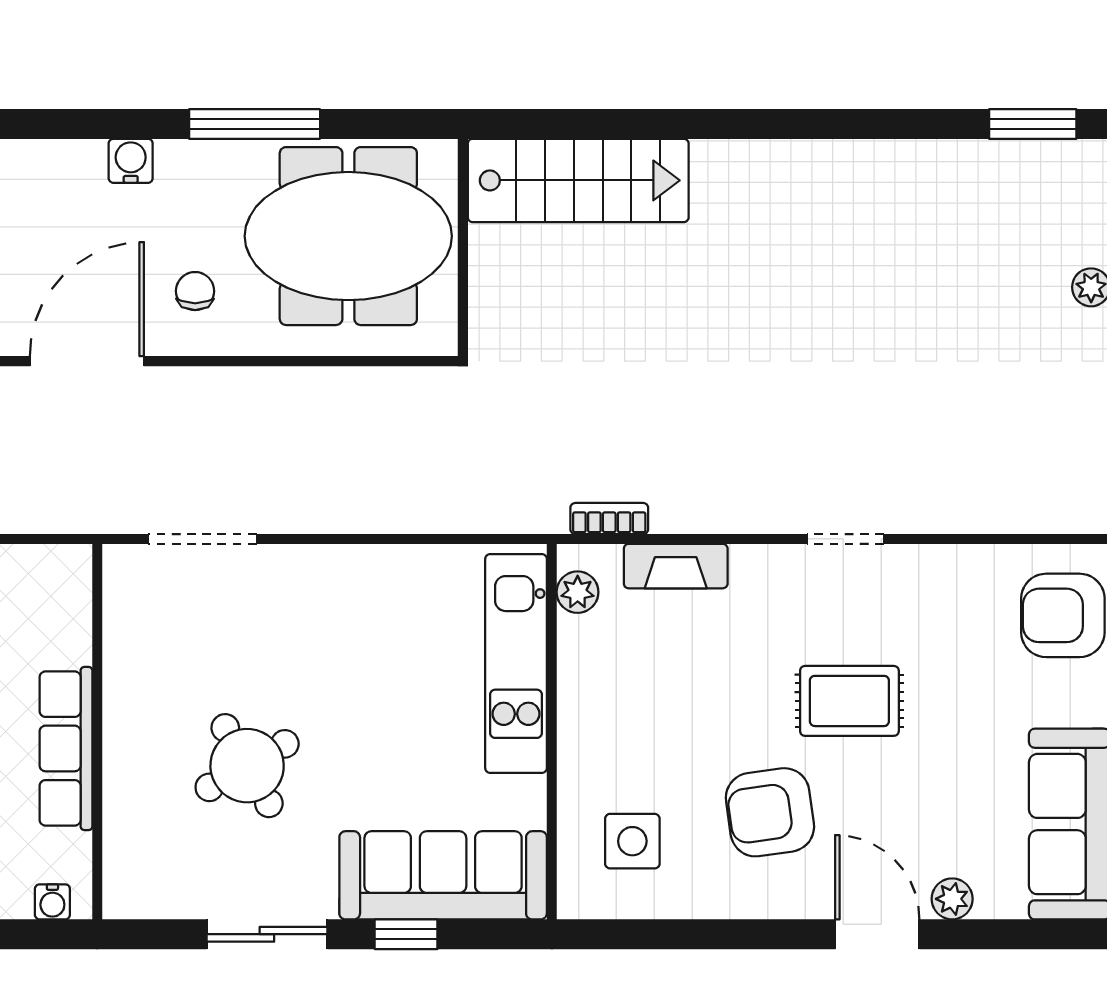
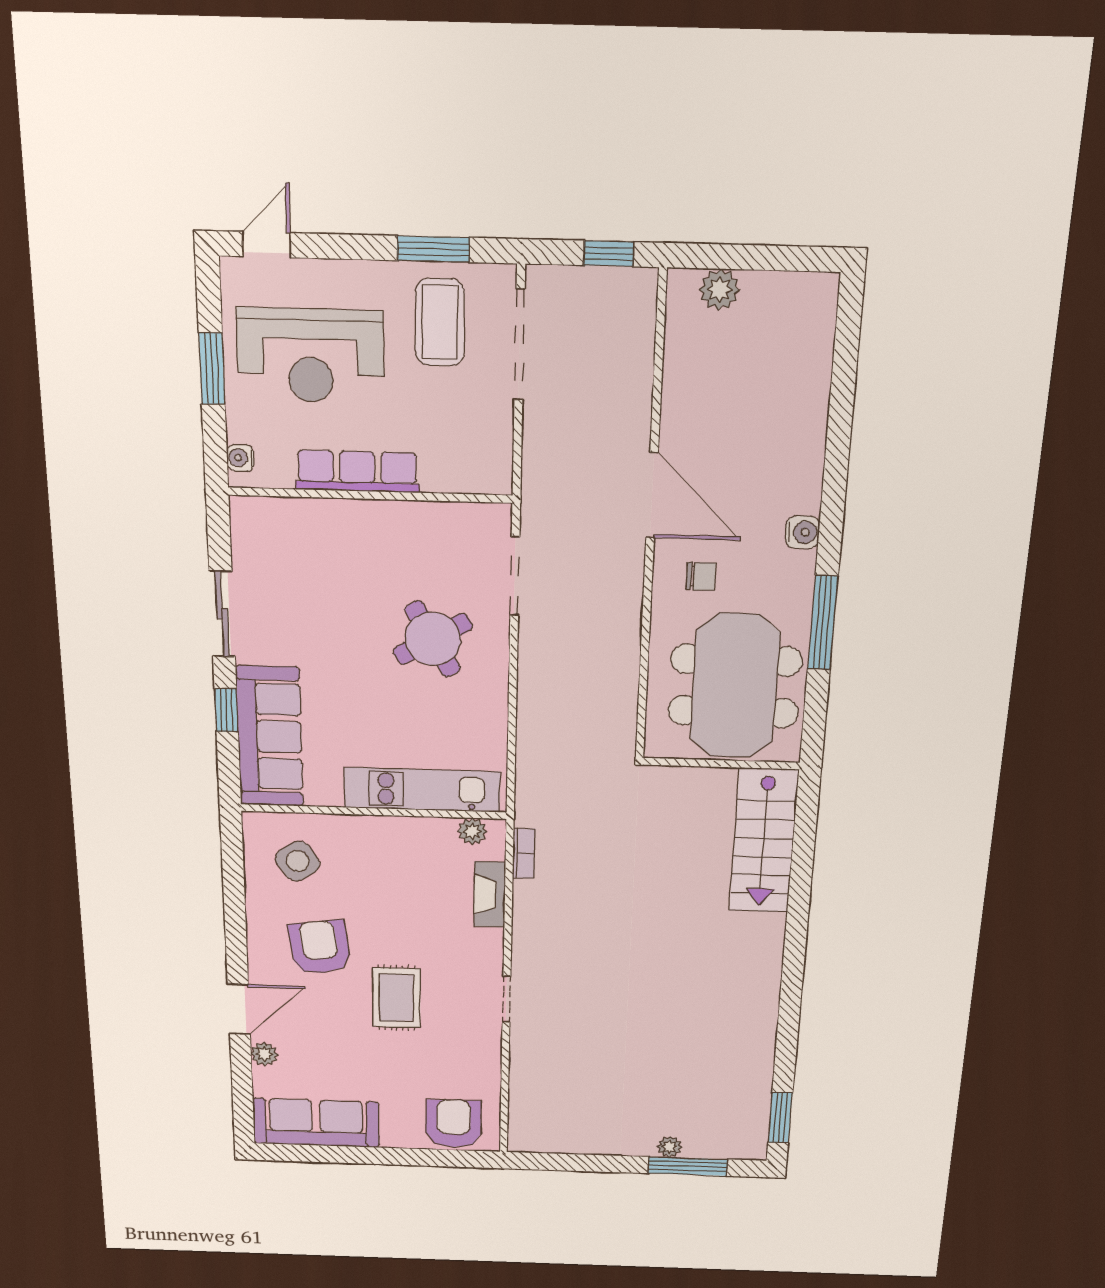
round table: (247, 766) -> (433, 639), moved
side table: (632, 841) -> (298, 861), turned -34

